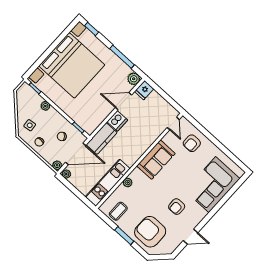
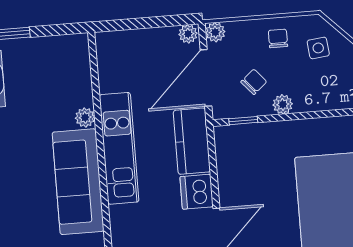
plant: (45, 106) -> (283, 104), moved
sofa: (156, 160) -> (78, 182), width x1.36
kitchen unit: (108, 183) -> (119, 148), moved
coffee table: (118, 211) -> (54, 61), removed

